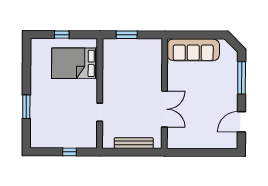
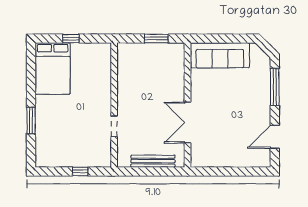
window: (127, 35) -> (156, 39), moved
bed: (75, 63) -> (53, 69), moved, turned -90
double door: (164, 109) -> (188, 123), swing flipped

